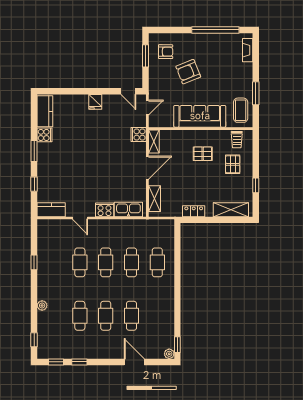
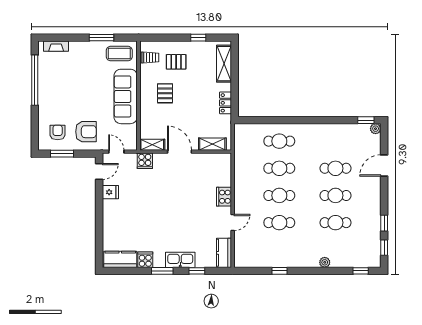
armchair: (188, 72) -> (86, 132), moved, turned -68
fridge: (95, 102) -> (110, 192), moved
kitchen sink: (128, 209) -> (180, 260), moved, turned 90

